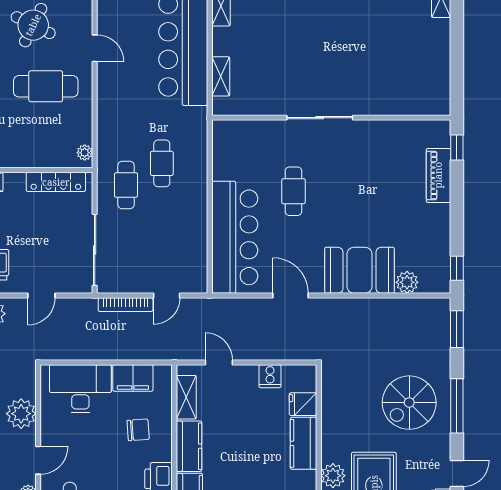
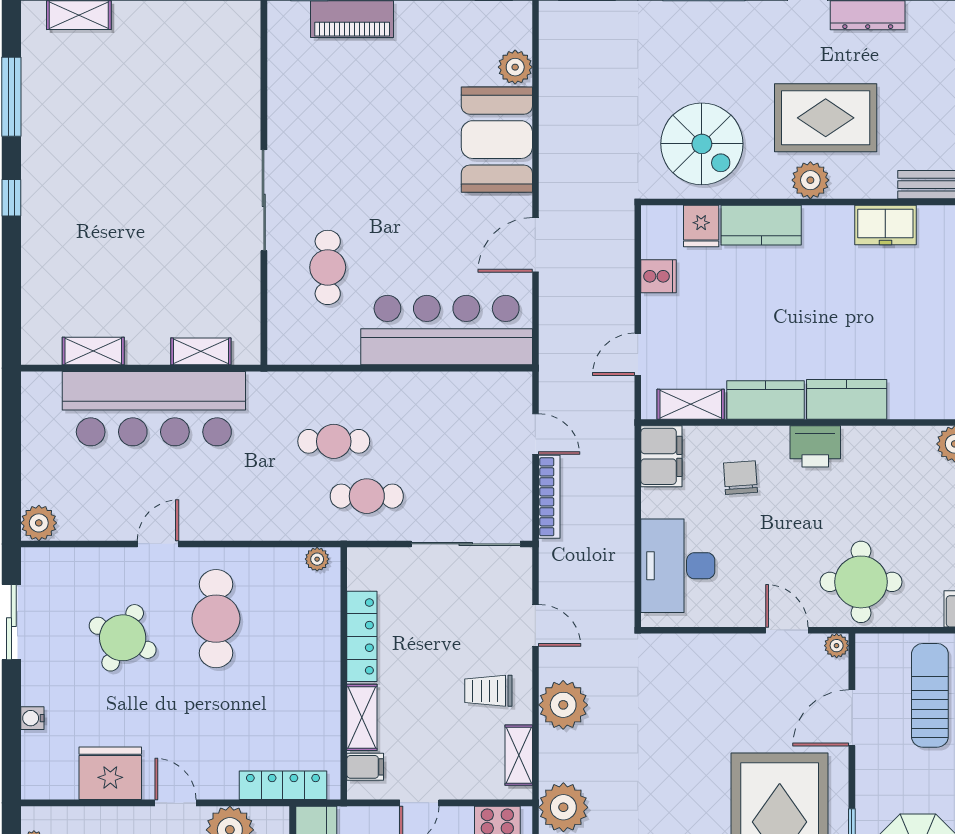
locker: (56, 182) -> (362, 636), moved
cafe table: (293, 191) -> (328, 267), moved, turned 90
filing cabinet: (133, 378) -> (661, 456), moved
spiral stairs: (409, 403) -> (702, 144), moved
plant: (21, 414) -> (716, 656), removed

